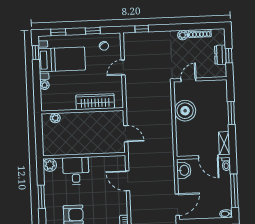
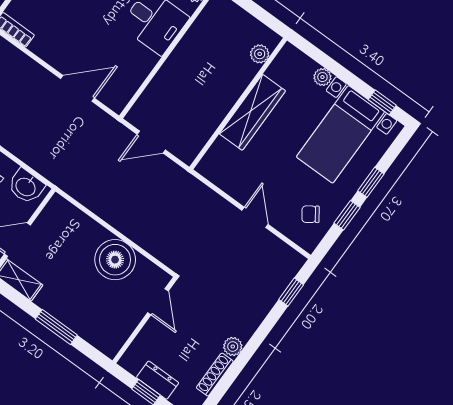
window: (58, 32) -> (371, 182), moved
wardrobe: (95, 102) -> (252, 112), moved

